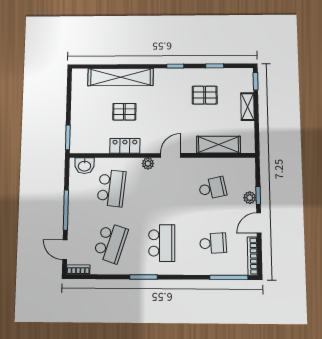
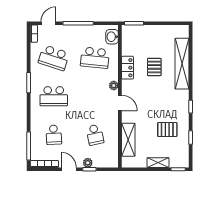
pallet: (205, 95) -> (167, 129), turned 90

